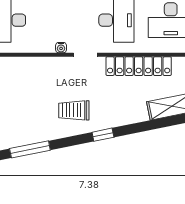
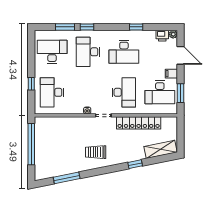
window: (103, 135) -> (135, 164), moved

